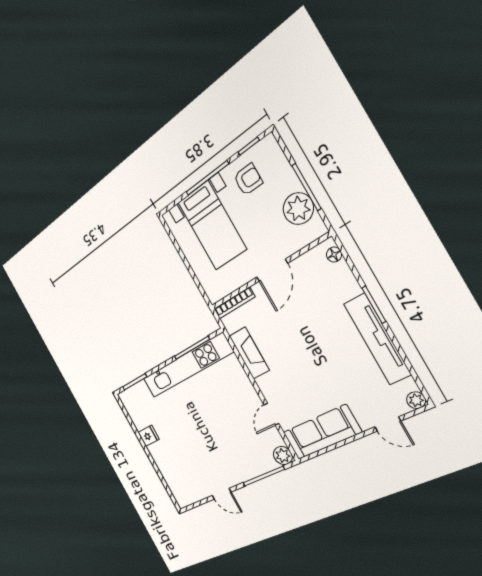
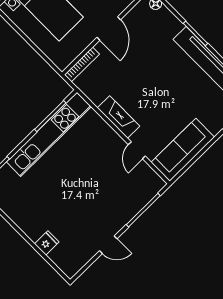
fireplace: (249, 353) -> (118, 117), moved
fridge: (149, 436) -> (47, 243), moved
plant: (283, 456) -> (156, 184), removed

